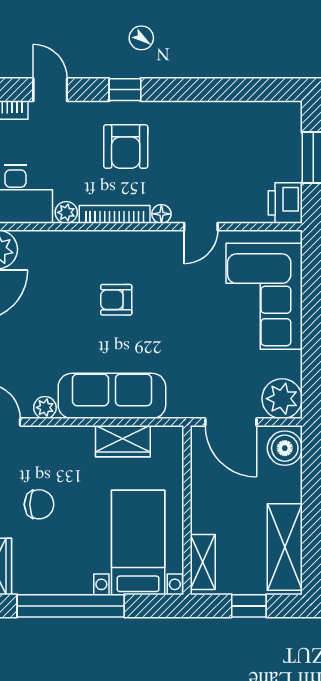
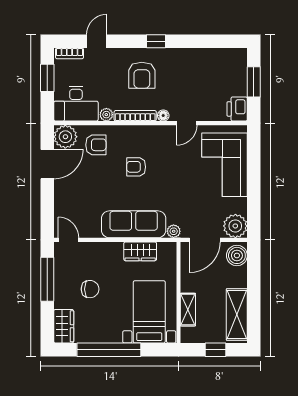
door: (50, 90) -> (97, 41), hinge flipped
window: (125, 90) -> (156, 41), moved
armchair: (49, 263) -> (96, 145), added
plant: (45, 408) -> (174, 231), moved
door: (231, 422) -> (205, 240), hinge flipped
shelving: (203, 562) -> (188, 310), moved

